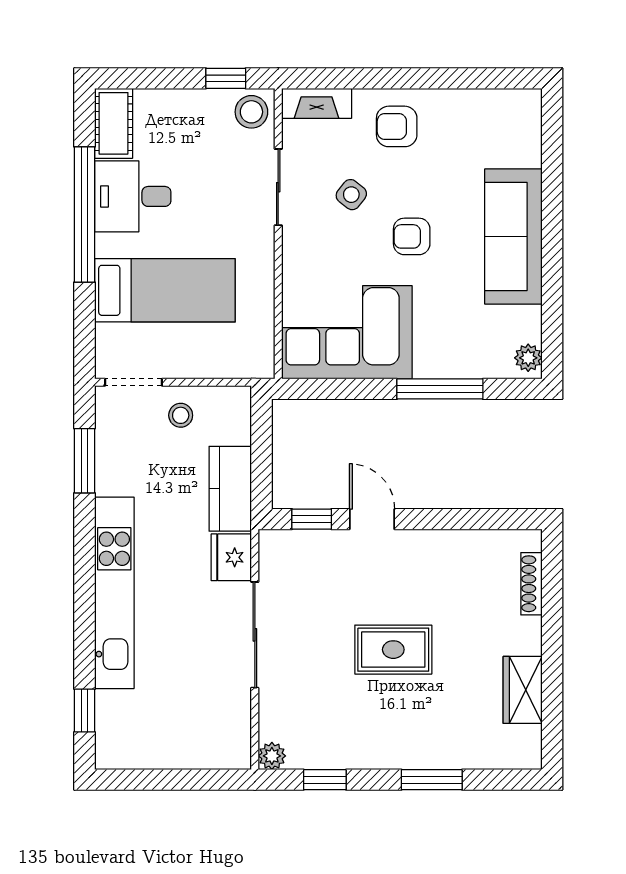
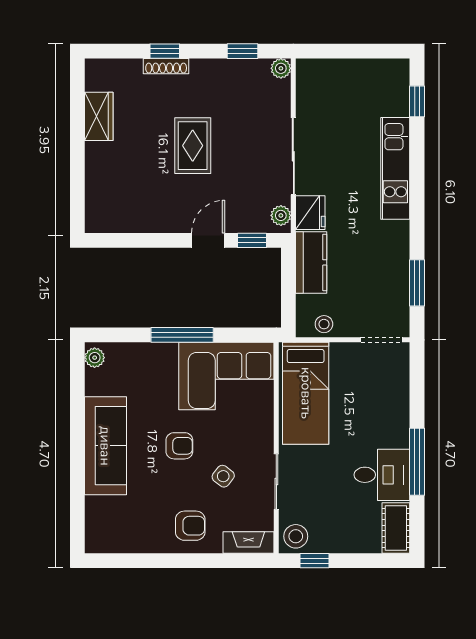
window: (85, 214) -> (417, 462), width x0.68
bed: (165, 290) -> (306, 393), moved, turned -90
window: (440, 389) -> (182, 335), moved
stool: (181, 415) -> (324, 324), moved
door: (372, 519) -> (208, 240), swing flipped
plant: (272, 553) -> (281, 215), added
shoe rack: (531, 584) -> (166, 66), moved, turned 90
kitchen unit: (114, 593) -> (395, 168), width x0.73
rug: (393, 650) -> (193, 146), turned 90
window: (432, 780) -> (165, 51), width x0.67

